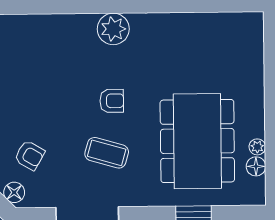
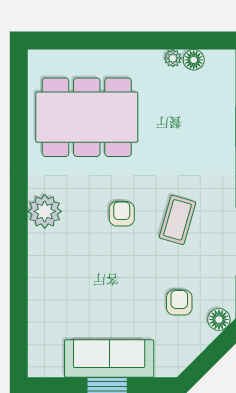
dining table: (197, 141) -> (87, 117), moved
armchair: (30, 155) -> (179, 303), turned -30

